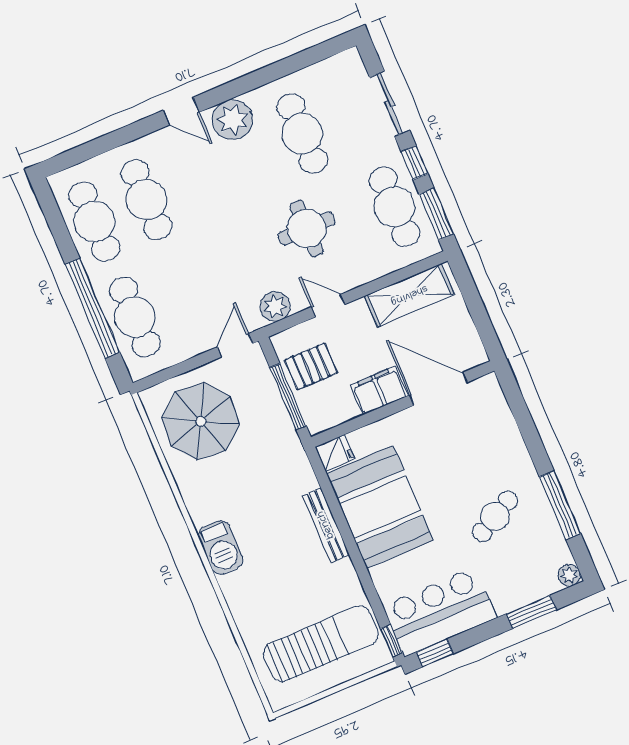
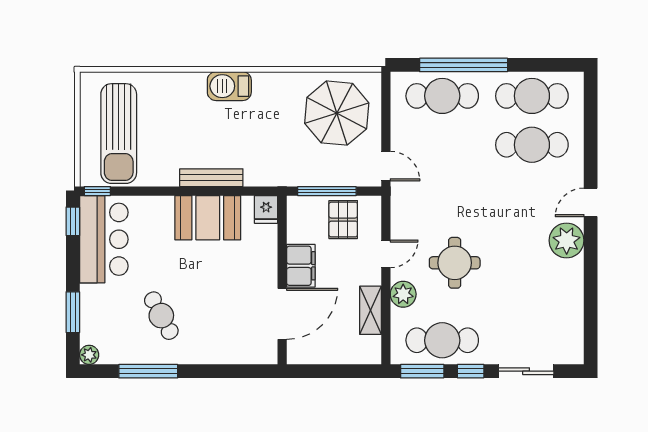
cafe table: (302, 133) -> (532, 291), removed
shelving: (409, 295) -> (370, 310), width x0.67, depth x0.75
plant: (275, 306) -> (403, 294), moved
booth: (380, 507) -> (208, 218), width x0.73, depth x0.70

